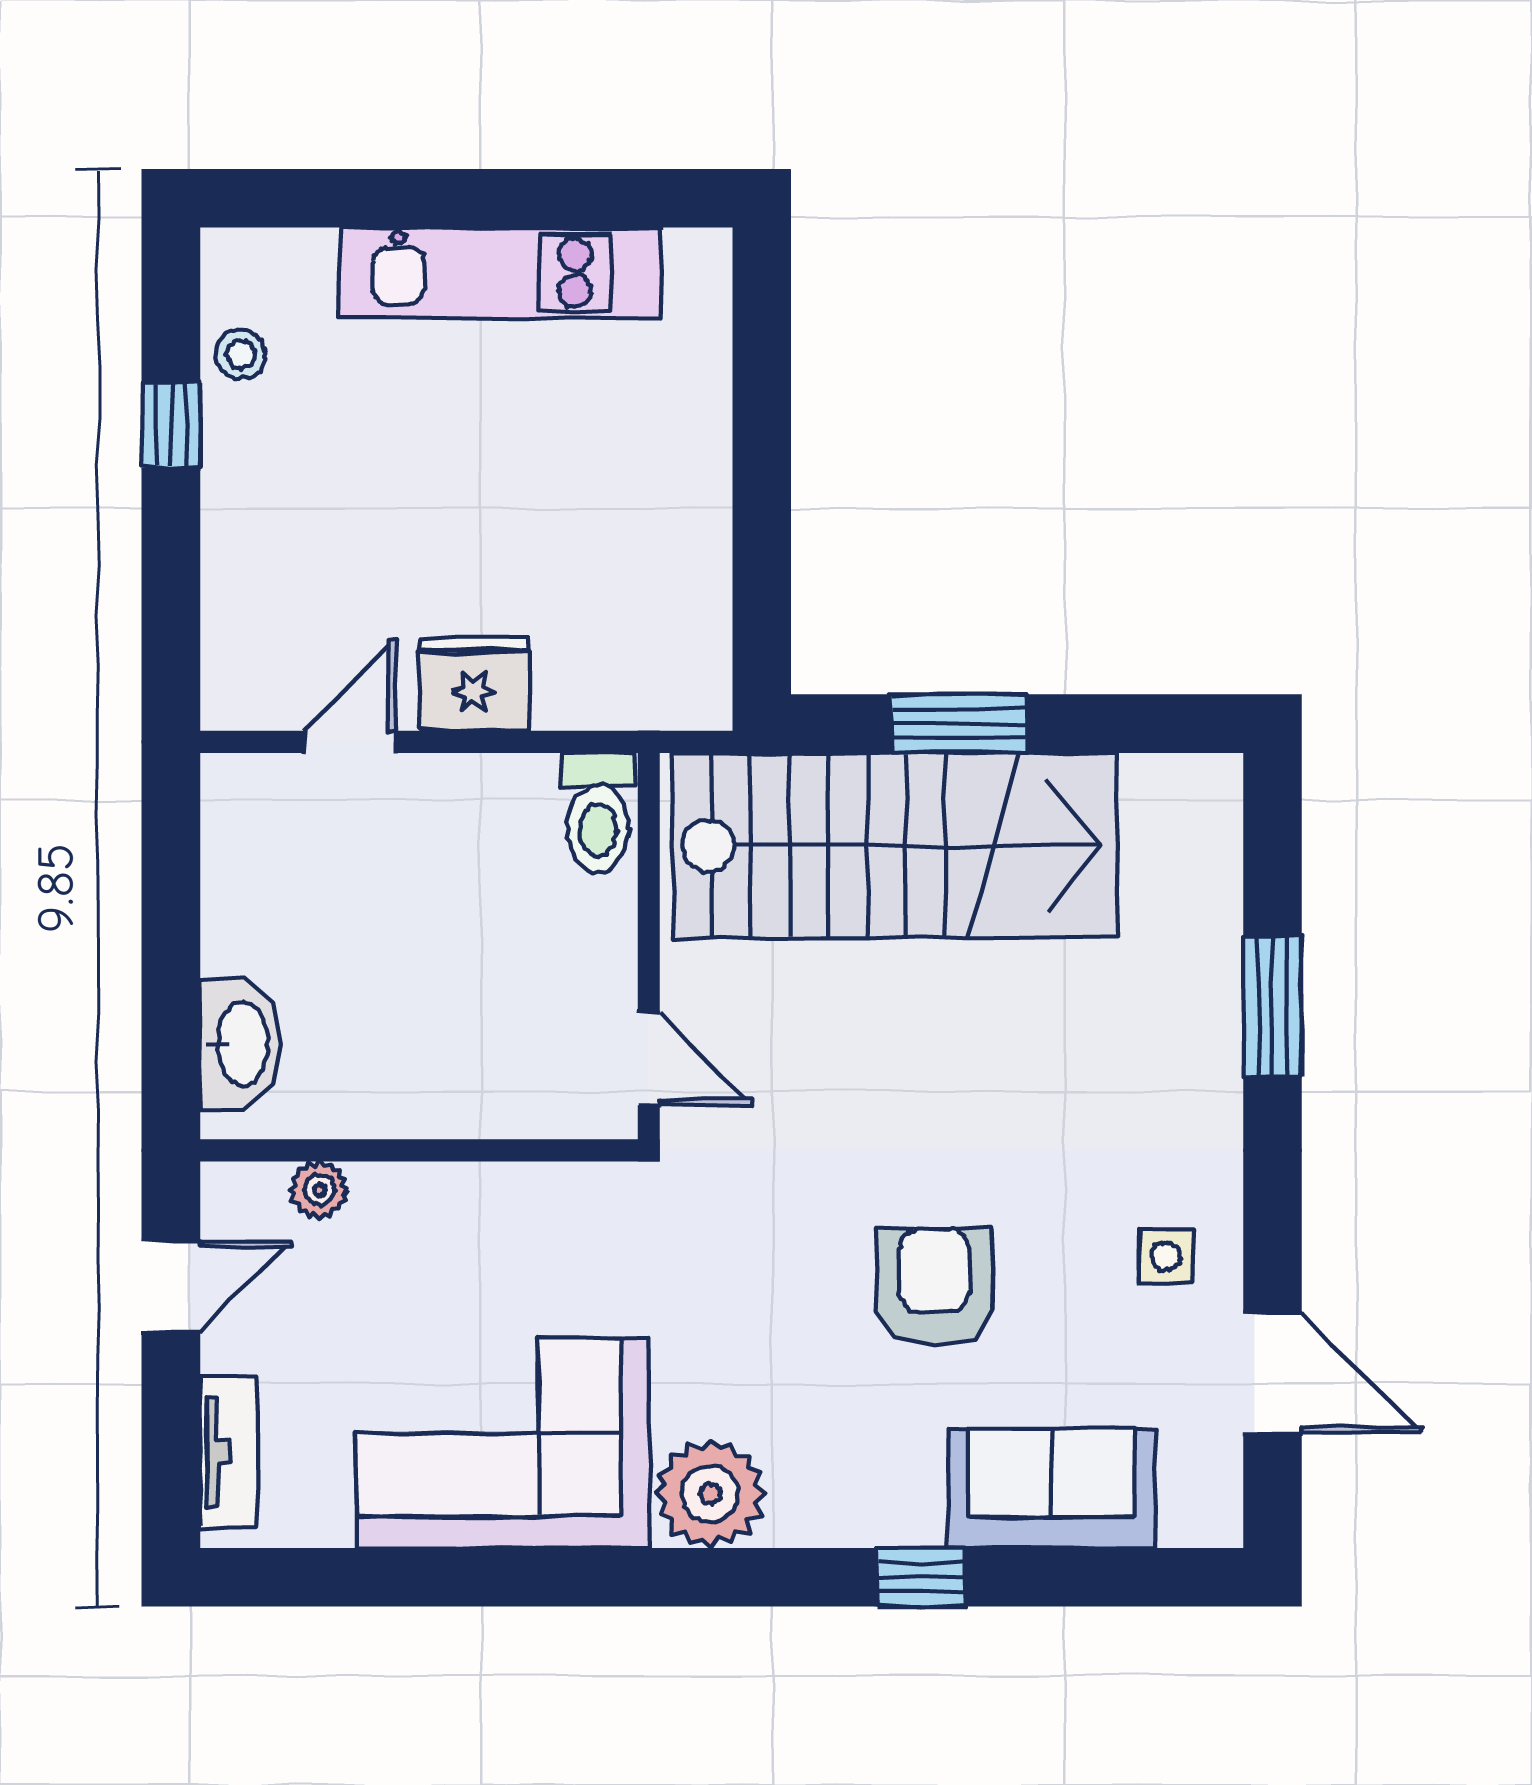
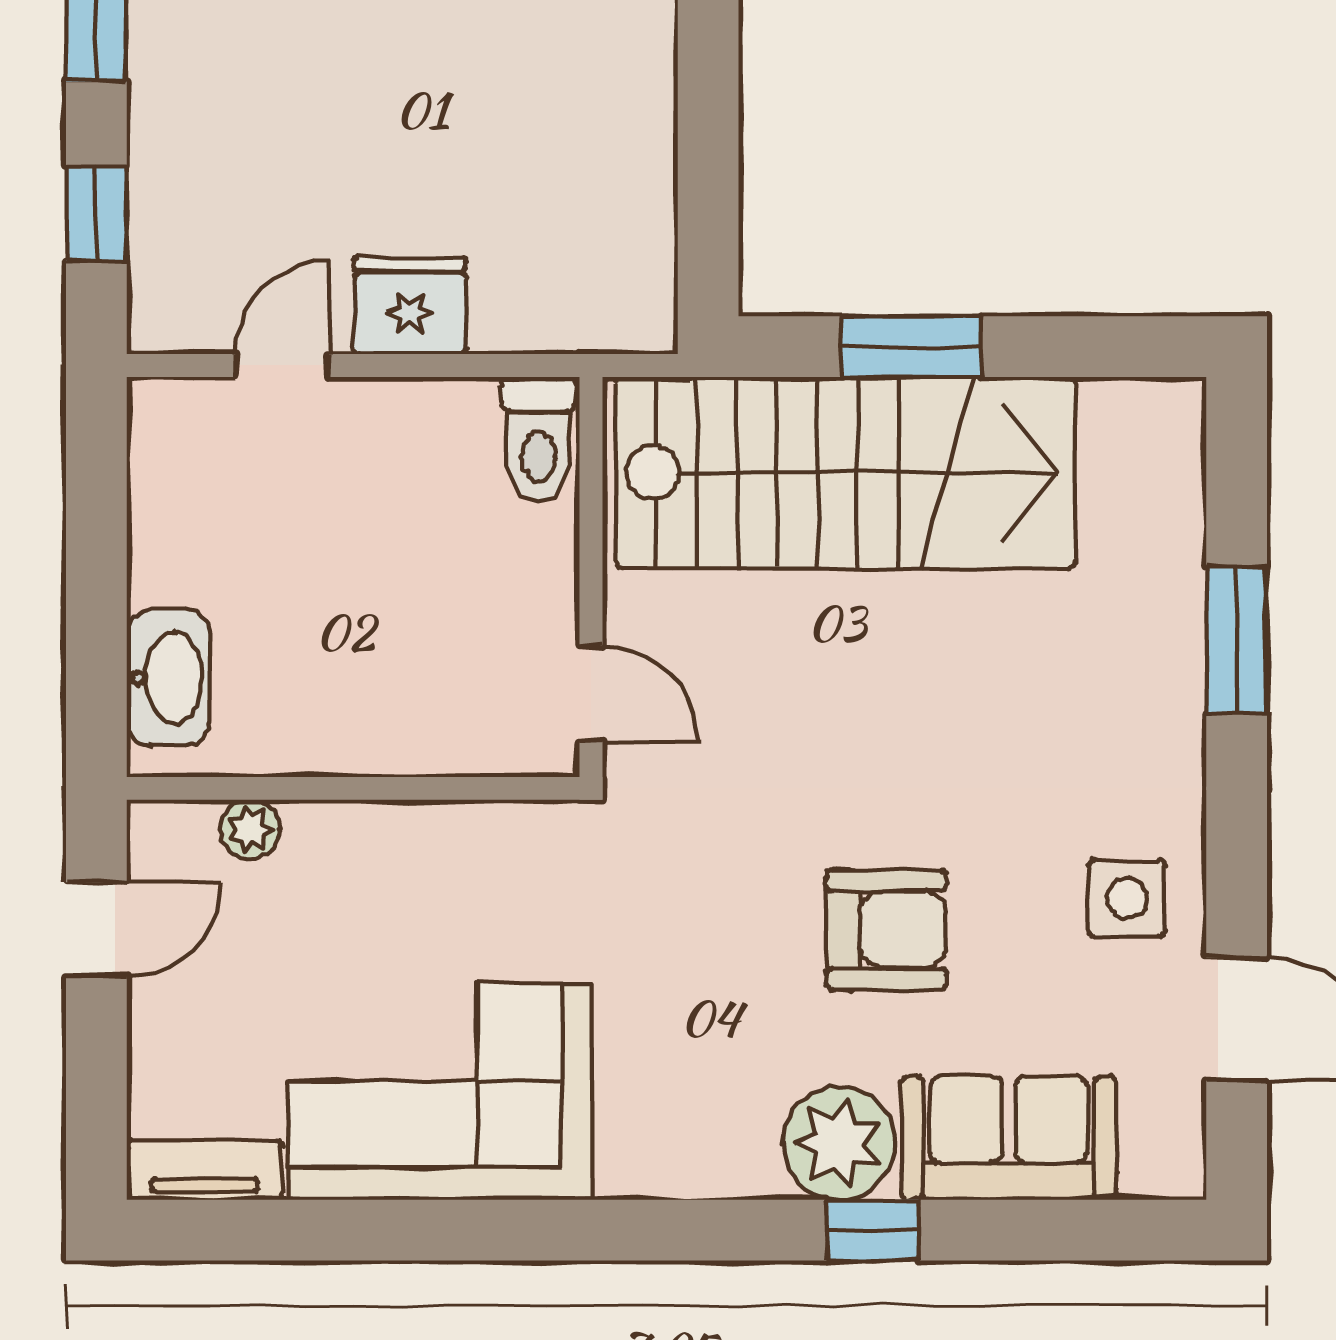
window: (171, 595) -> (96, 214), added
side table: (1166, 1257) -> (1127, 898), width x1.37, depth x1.37
armchair: (934, 1287) -> (886, 930), turned 90
tv unit: (229, 1452) -> (204, 1170), moved, turned -90
plant: (710, 1493) -> (839, 1143), moved

